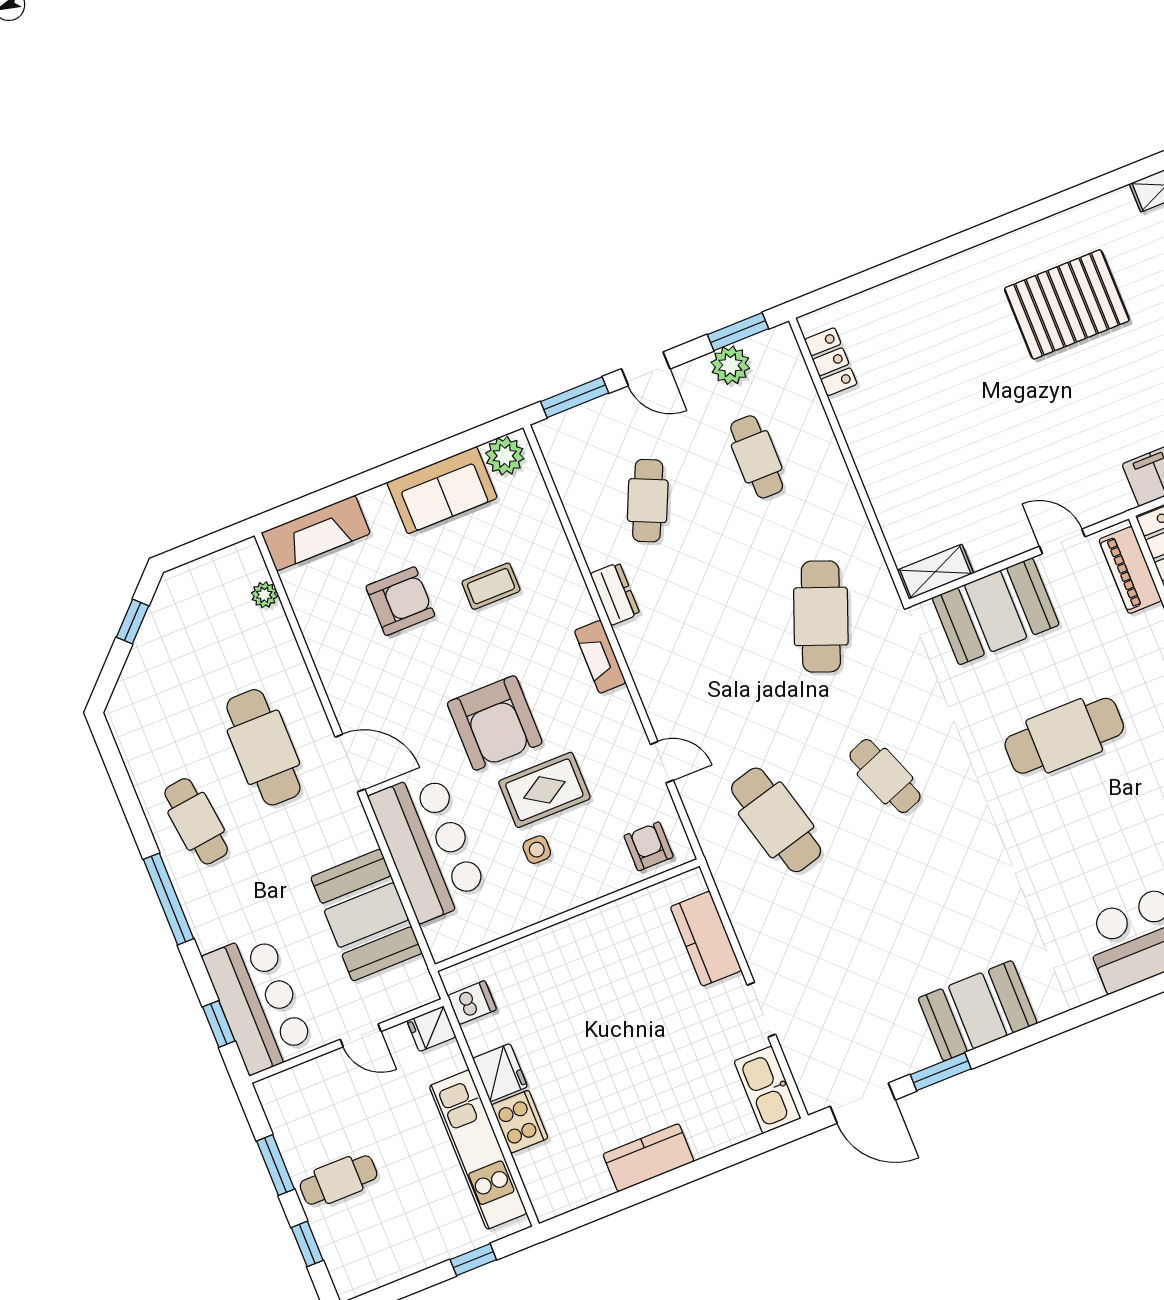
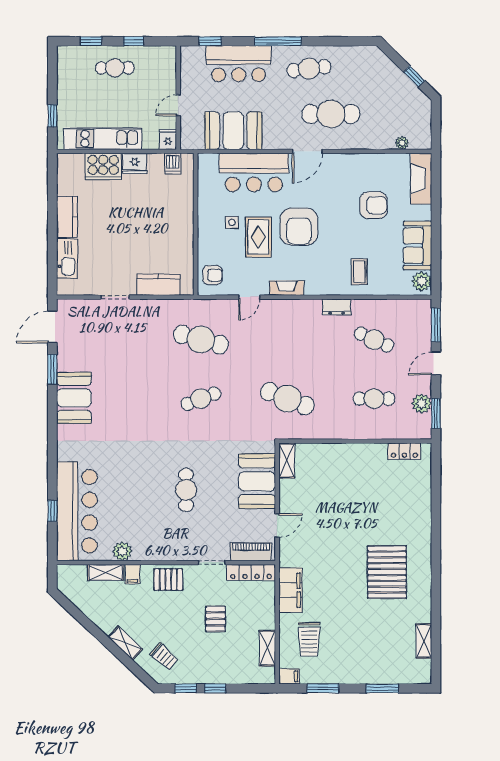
coffee table: (491, 586) -> (359, 272), moved
armchair: (400, 601) -> (373, 205), turned -90
fireplace: (600, 657) -> (287, 288), moved
armchair: (495, 723) -> (299, 226), turned -90
cafe table: (1064, 736) -> (186, 490), width x0.73, depth x0.74
cafe table: (776, 820) -> (201, 340), turned 30
bar counter: (258, 1003) -> (239, 64), moved
kitchen sink: (767, 1090) -> (67, 259), moved, turned 90
cooker: (520, 1122) -> (103, 166), width x1.37, depth x1.31
window: (275, 1165) -> (134, 41), width x0.67
cafe table: (339, 1180) -> (115, 68), turned 90

